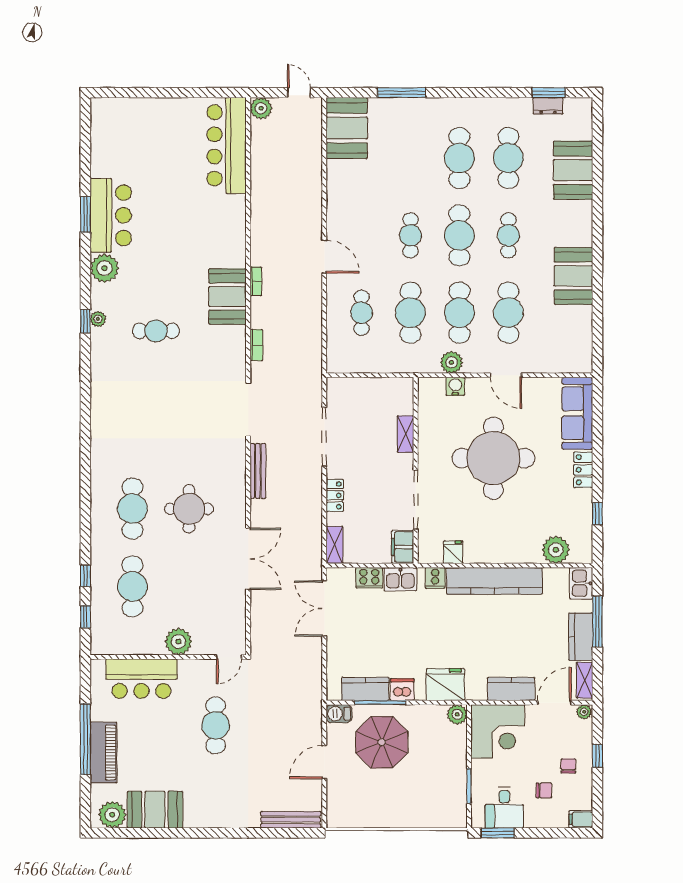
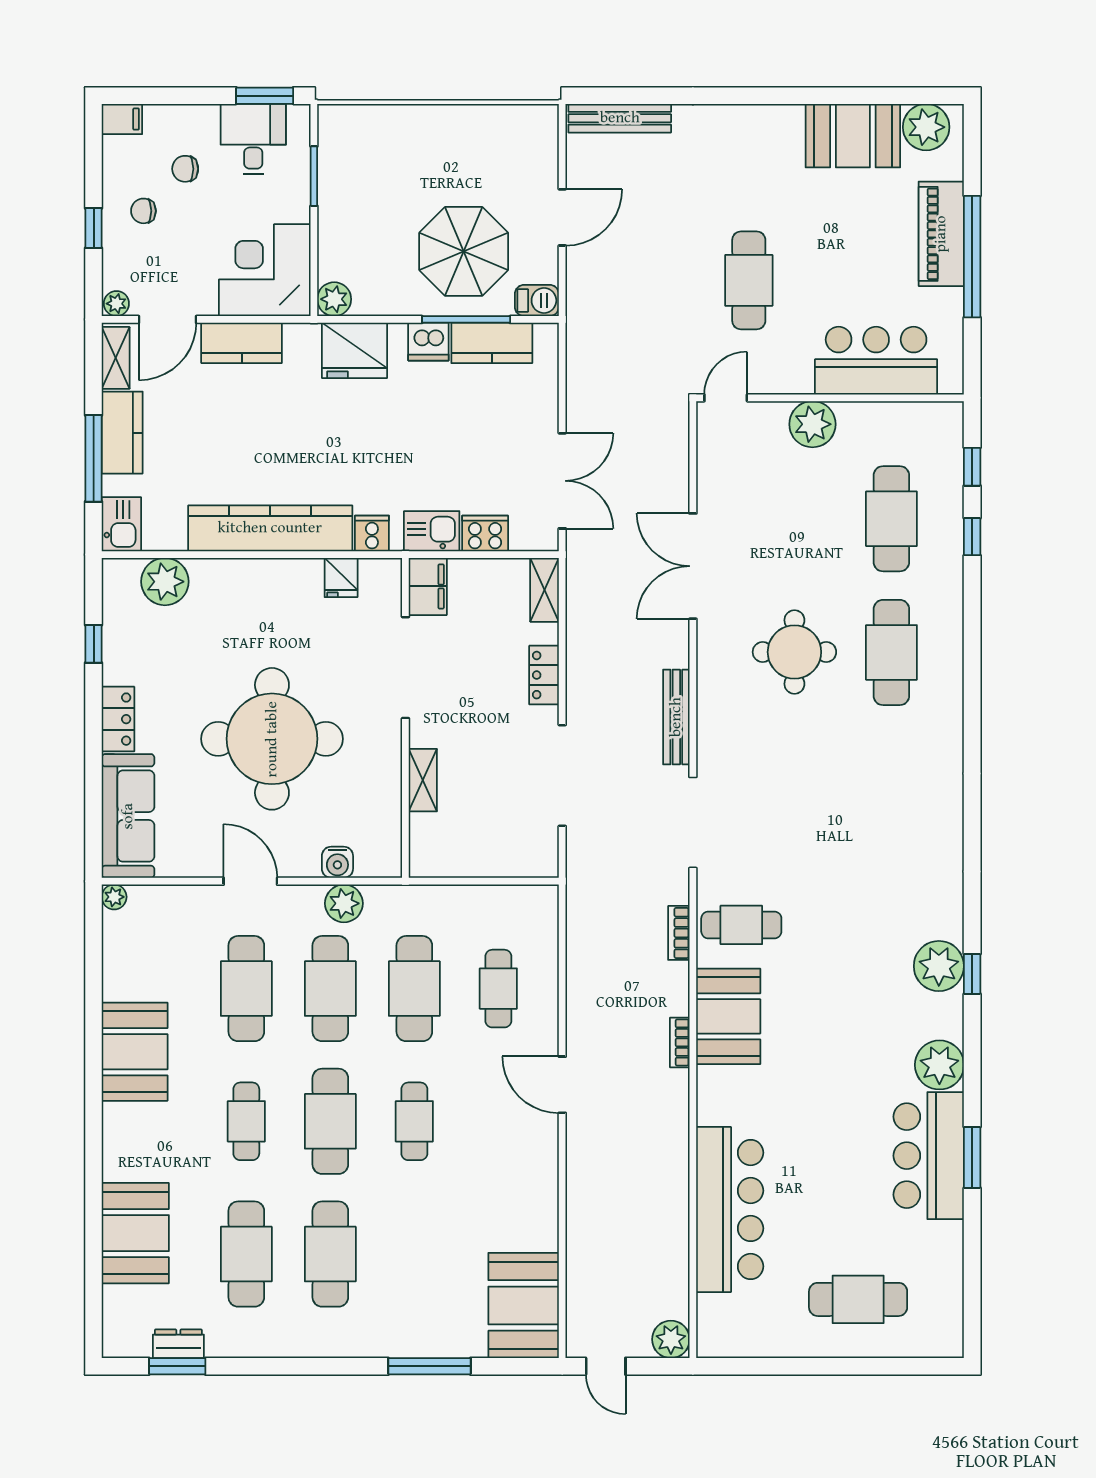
cafe table: (152, 132) -> (858, 1299), added
bar counter: (227, 145) -> (730, 1209), moved
plant: (98, 319) -> (939, 966), width x1.87, depth x1.87
cafe table: (156, 331) -> (741, 925), moved
plant: (585, 366) -> (114, 897), added
chair: (568, 766) -> (143, 211), turned 90

